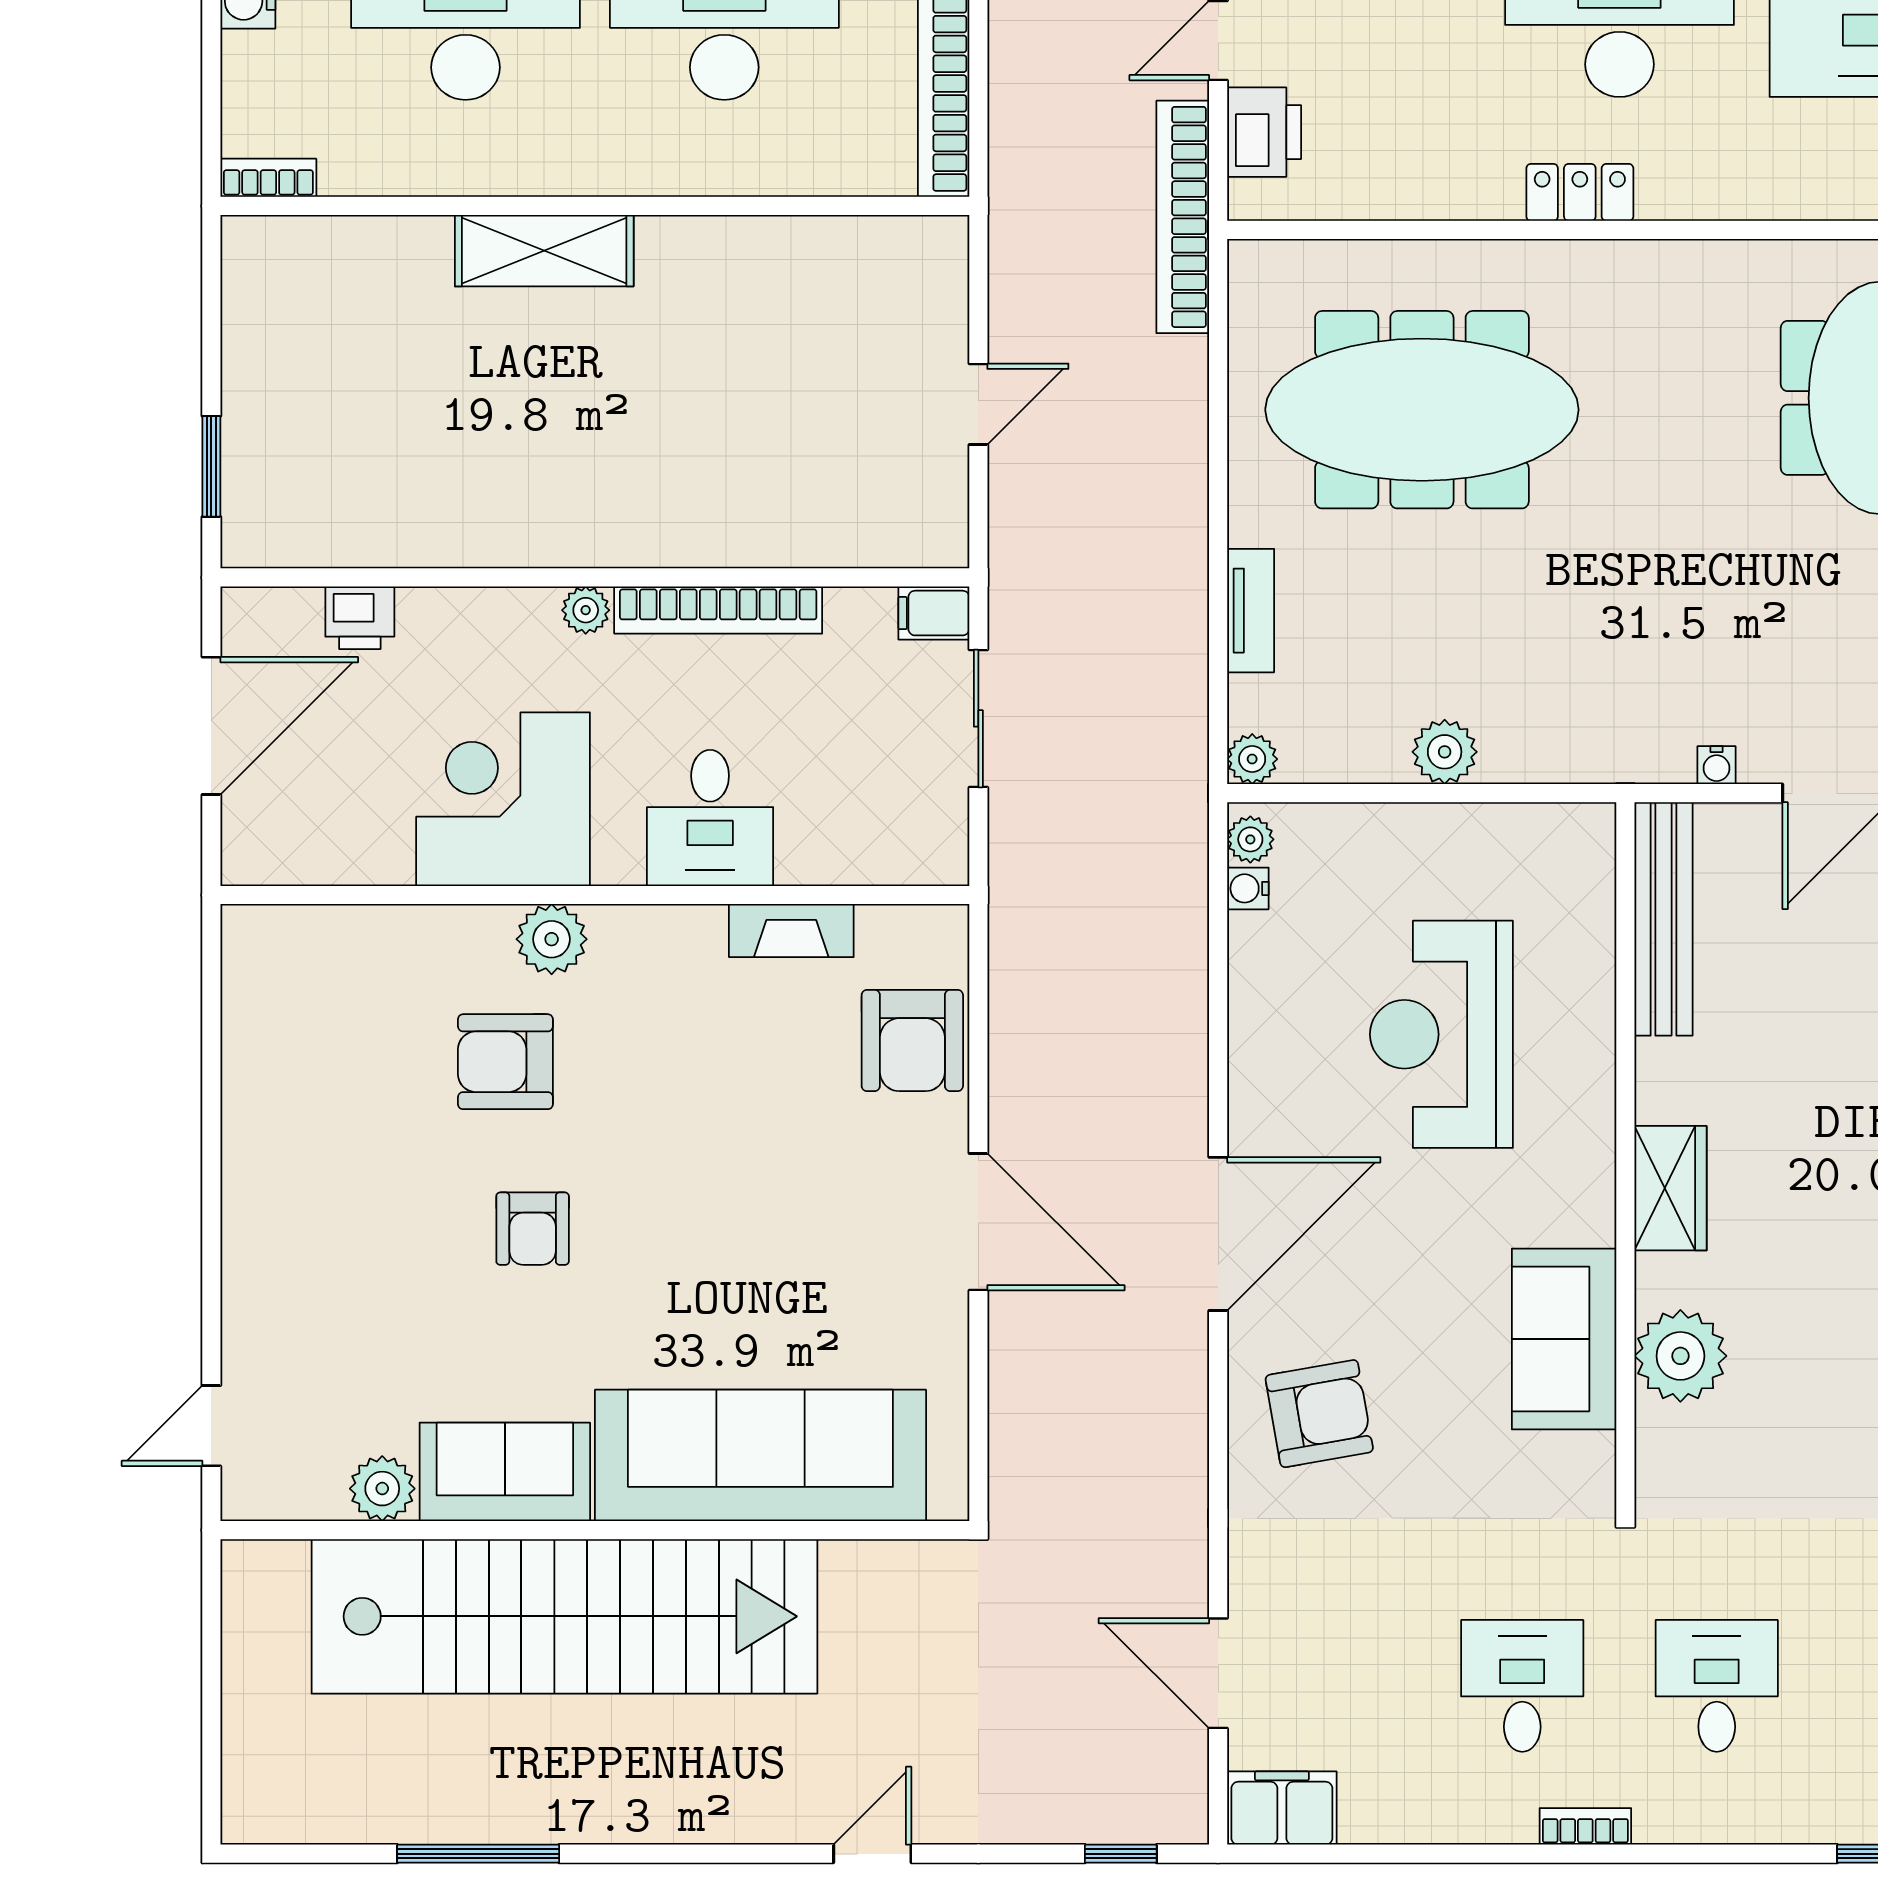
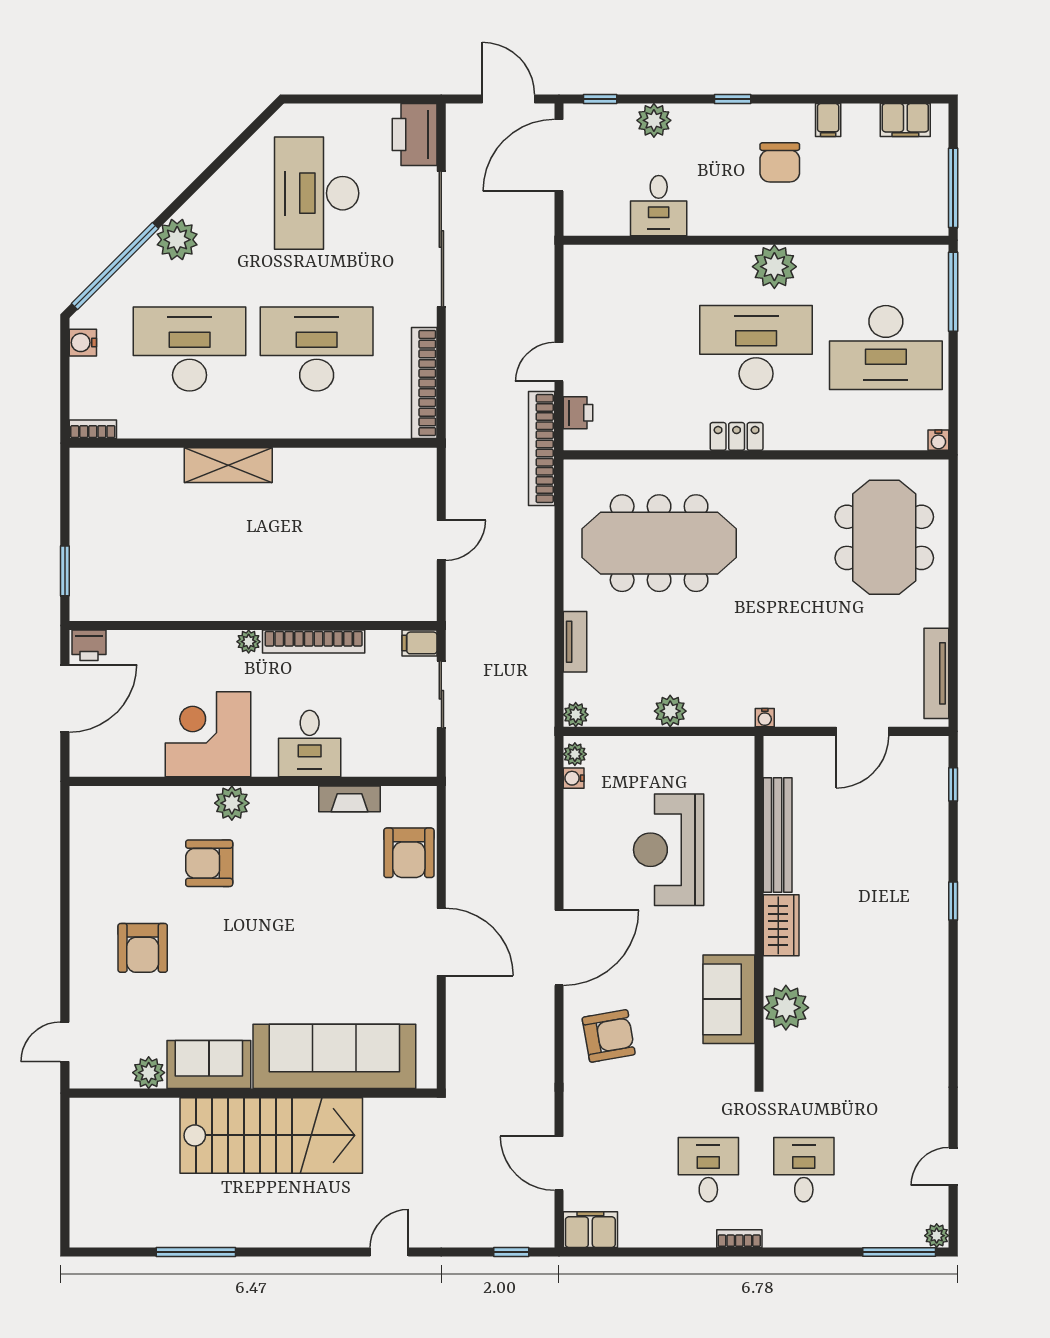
printer: (1264, 132) -> (578, 413), width x0.73, depth x0.81
printer: (360, 618) -> (89, 645), moved
water cooler: (1717, 765) -> (765, 718), moved
bench: (1663, 919) -> (778, 835), moved
armchair: (533, 1229) -> (143, 948), moved, width x1.38, depth x1.38
stairs: (564, 1616) -> (271, 1135), width x0.73

